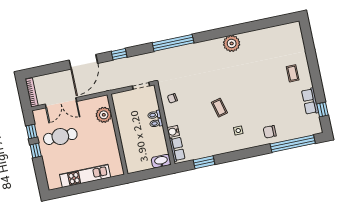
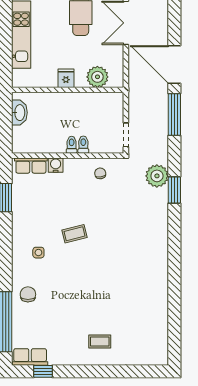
window: (173, 43) -> (174, 190), width x0.47
plant: (232, 43) -> (157, 176), moved
window: (119, 54) -> (174, 115), width x2.17
row of seats: (310, 101) -> (30, 357), moved
fridge: (110, 137) -> (66, 78), added
washbasin: (161, 161) -> (19, 113), moved

